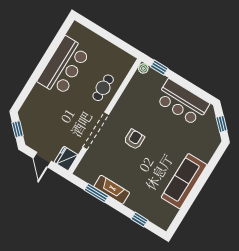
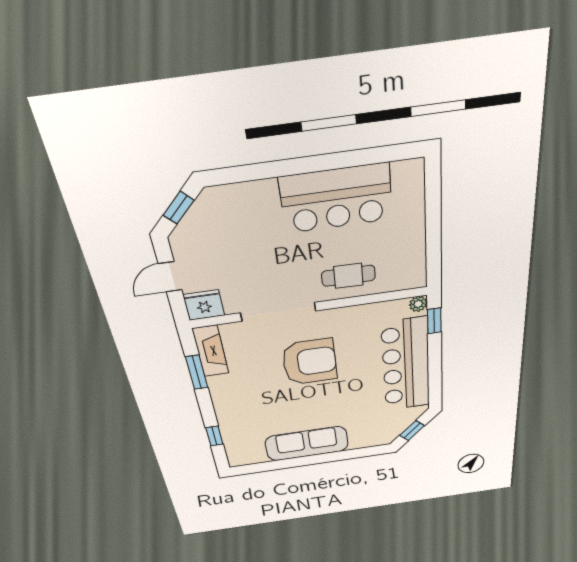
bar counter: (182, 102) -> (406, 365), width x1.36
armchair: (134, 139) -> (310, 362), width x1.88, depth x1.88
fireplace: (112, 190) -> (211, 351), moved

